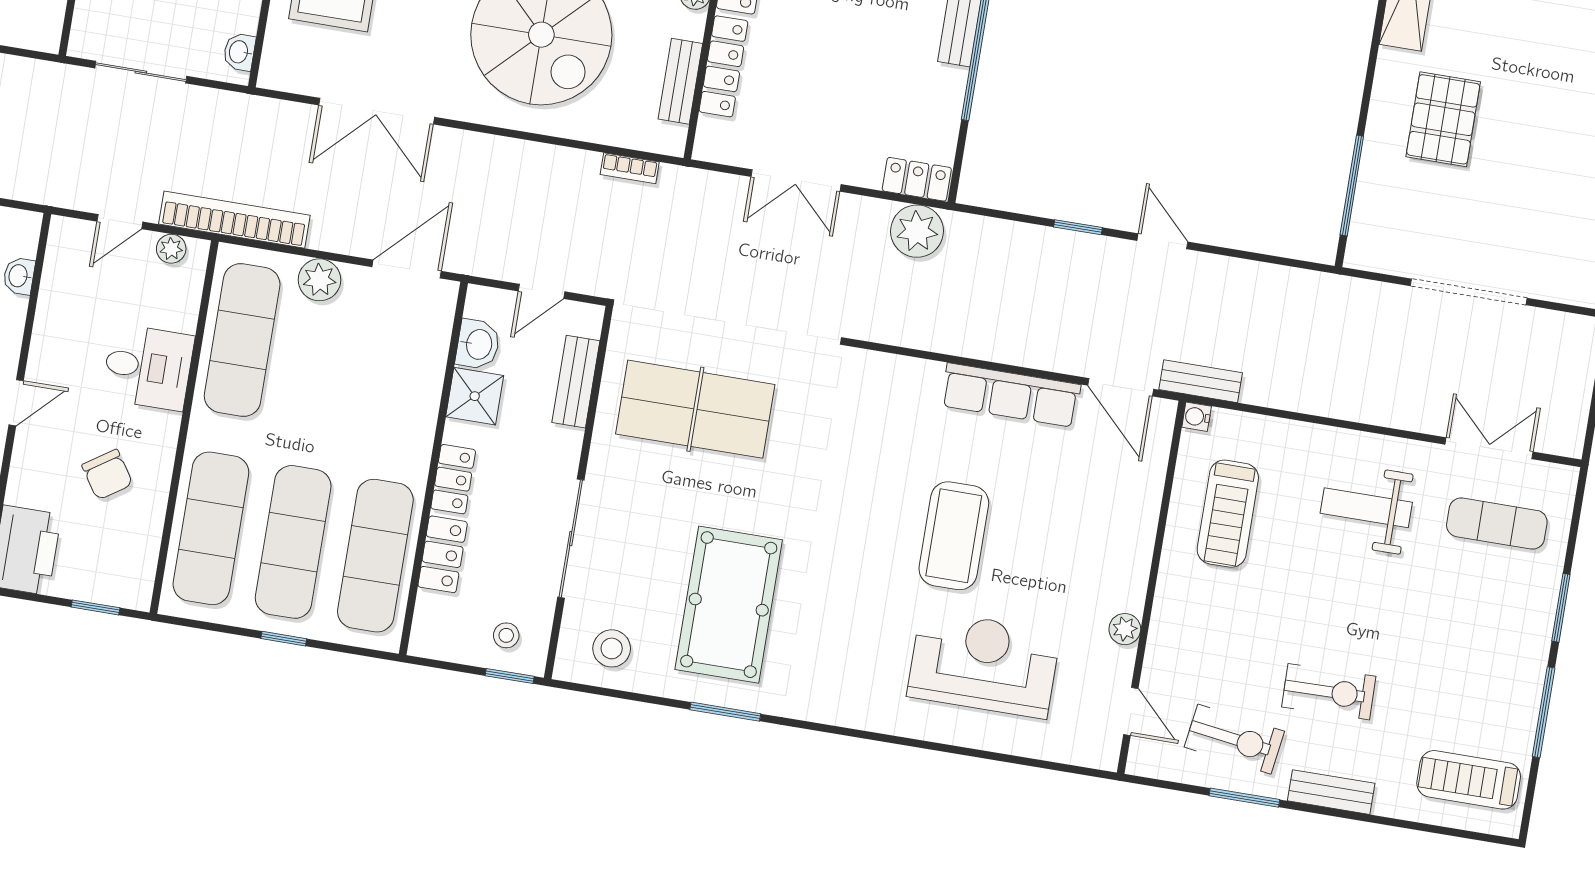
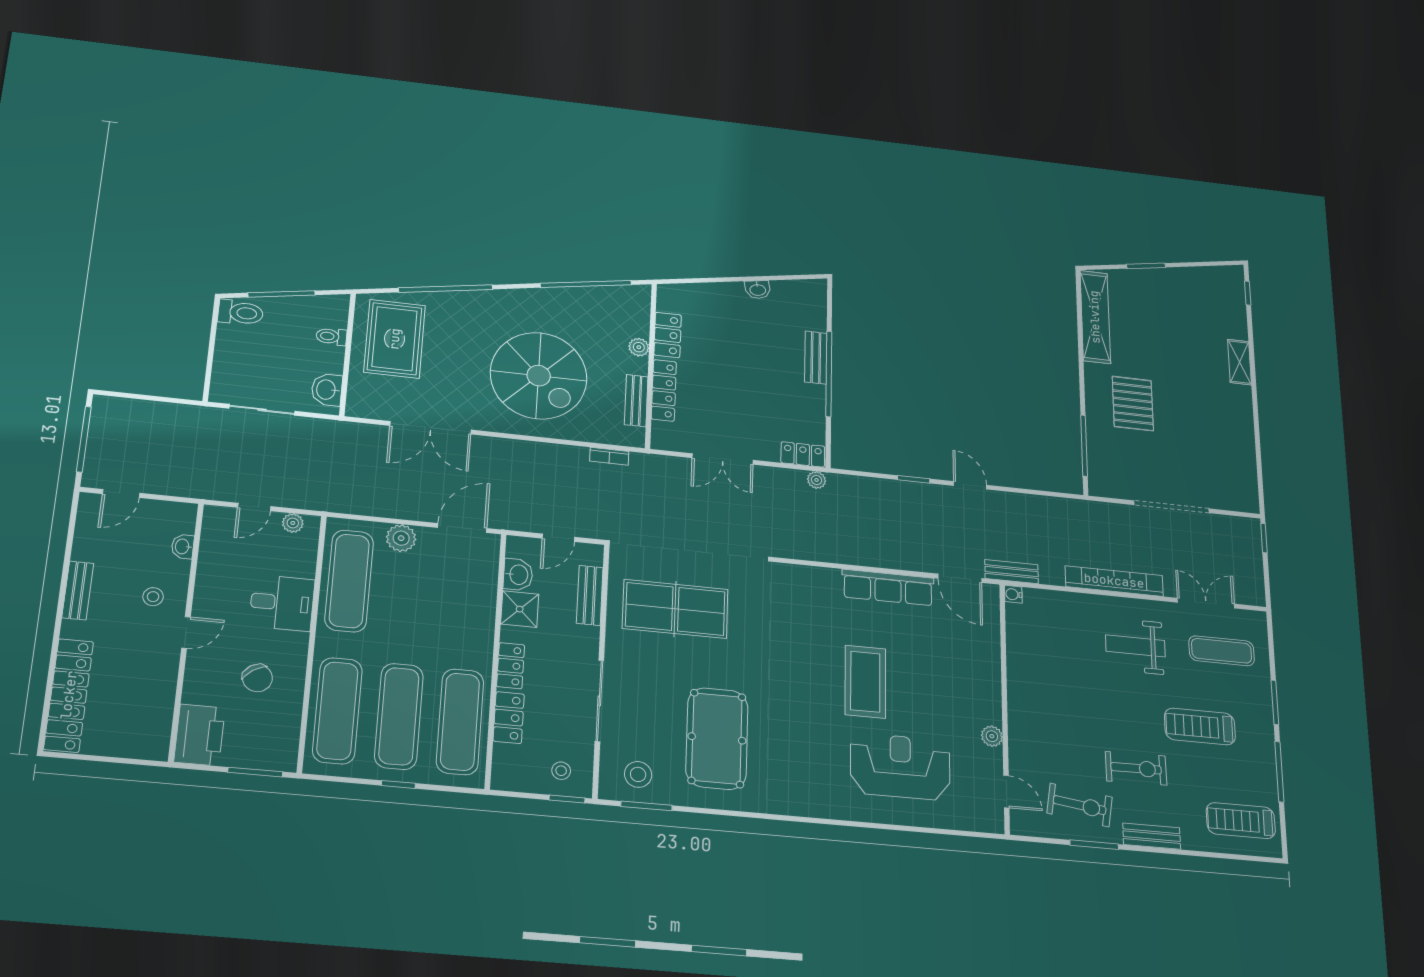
washbasin: (239, 52) -> (327, 390), width x1.38, depth x1.45
bookcase: (234, 220) -> (1114, 581), moved
plant: (917, 231) -> (817, 480), width x0.53, depth x0.53
treadmill: (1228, 514) -> (1200, 726), moved, turned 90
window: (95, 607) -> (255, 772), width x1.50
window: (725, 712) -> (647, 806), moved

